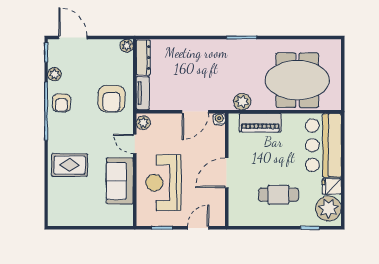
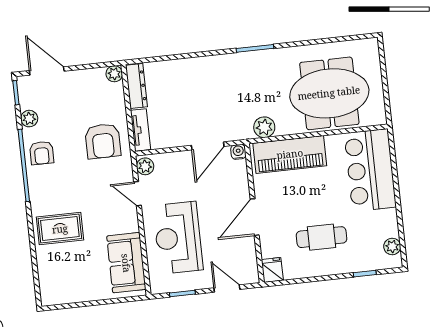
piano: (260, 123) -> (290, 154), width x1.37, depth x1.33
sofa: (120, 181) -> (126, 263), moved
fridge: (332, 186) -> (272, 270), moved, turned 90
plant: (328, 208) -> (392, 246), width x0.53, depth x0.53
door: (198, 228) -> (227, 289), hinge flipped

